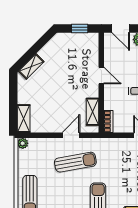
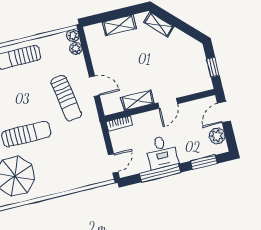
shelving: (92, 112) -> (138, 100), moved
shelving: (24, 119) -> (119, 25), moved
plant: (34, 143) -> (76, 48), added

